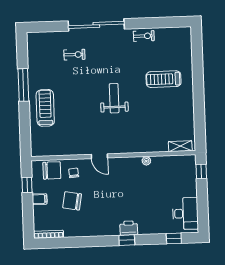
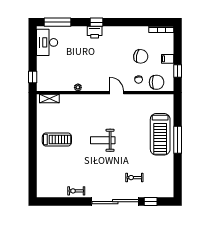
window: (54, 26) -> (151, 202), added
treadmill: (164, 79) -> (57, 139), moved
window: (23, 85) -> (178, 140), moved
weight bench: (114, 98) -> (103, 140), turned 90
treadmill: (45, 108) -> (160, 134), width x1.37, depth x1.38
chair: (52, 170) -> (157, 82), turned 180
window: (174, 238) -> (58, 22), width x2.17

